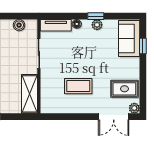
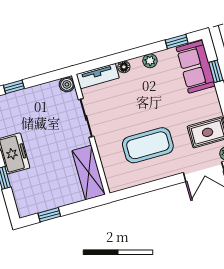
window: (96, 16) -> (177, 41), moved
boiler: (19, 25) -> (67, 84), moved
coffee table: (78, 86) -> (148, 145), width x1.36, depth x1.32

